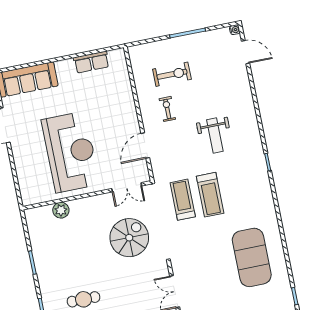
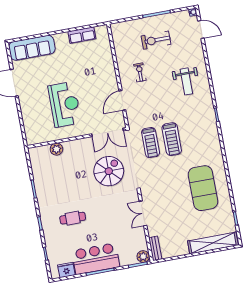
exercise bike: (172, 74) -> (156, 40), moved, turned 180
weight bench: (215, 136) -> (186, 81), moved
reception desk: (71, 152) -> (65, 104), width x0.74, depth x0.77
double door: (127, 187) -> (107, 132), width x1.37
treadmill: (183, 200) -> (151, 143), turned 180

